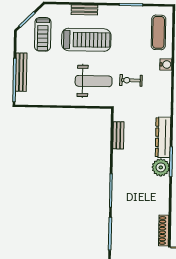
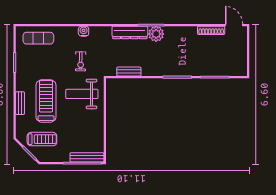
water cooler: (166, 64) -> (84, 31), moved
bench: (21, 72) -> (87, 157), moved
weight bench: (94, 81) -> (82, 94), turned -90

